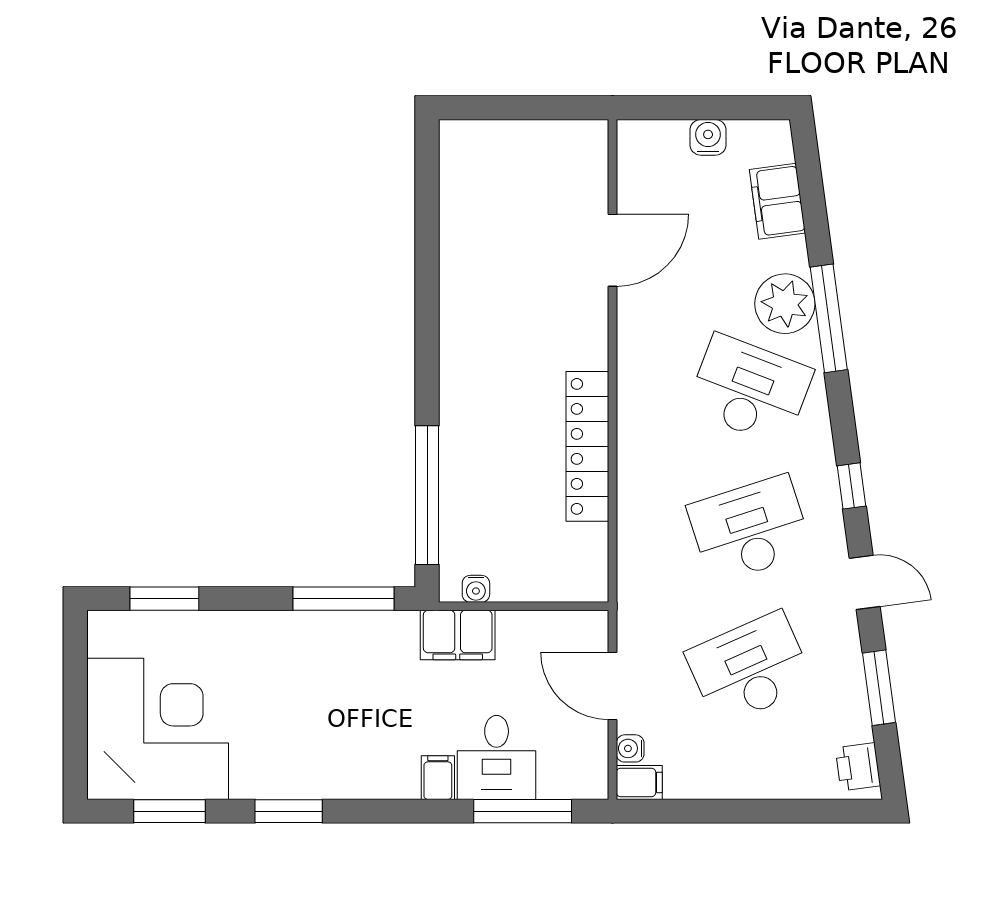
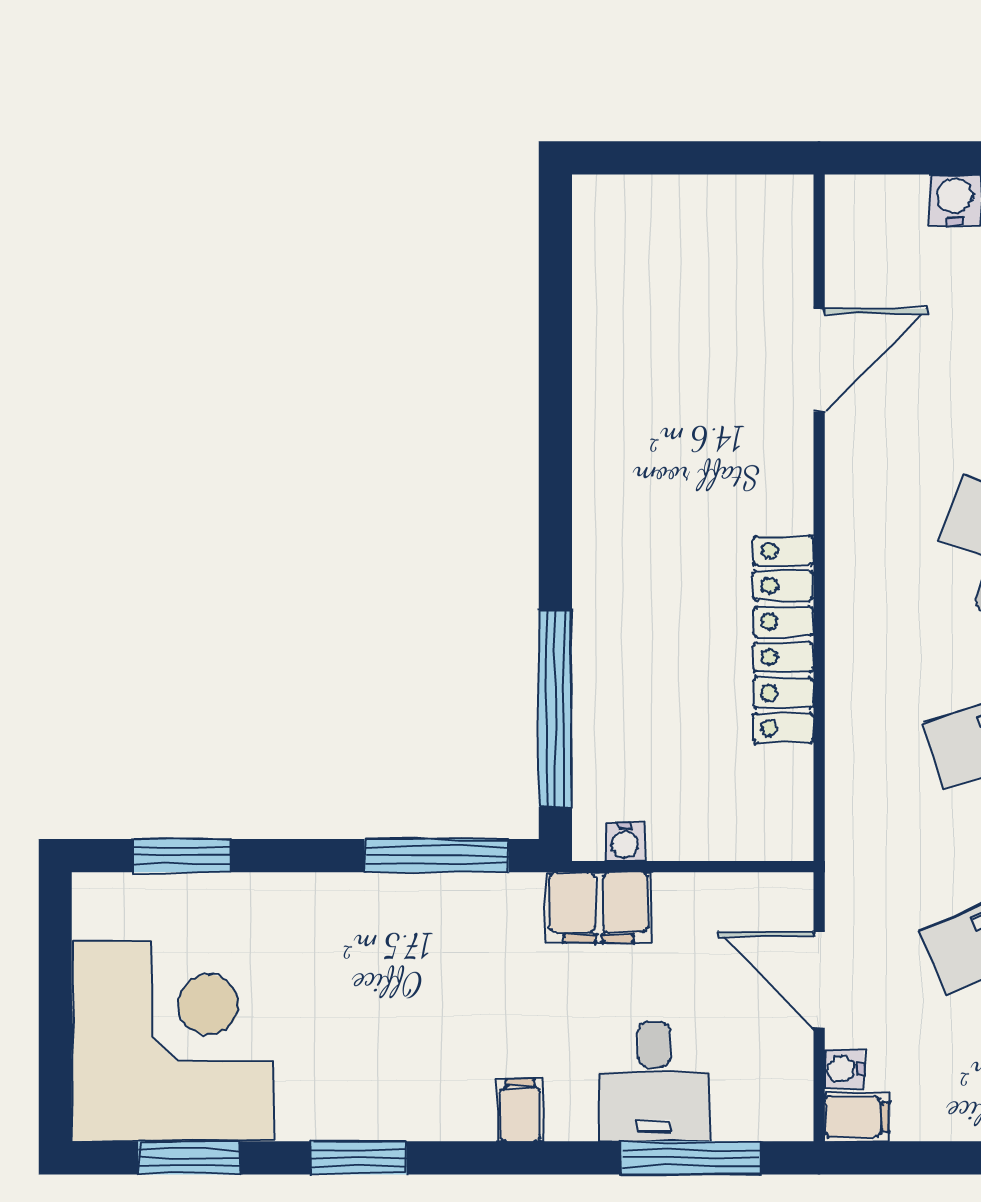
filing cabinet: (438, 778) -> (520, 1110), moved

